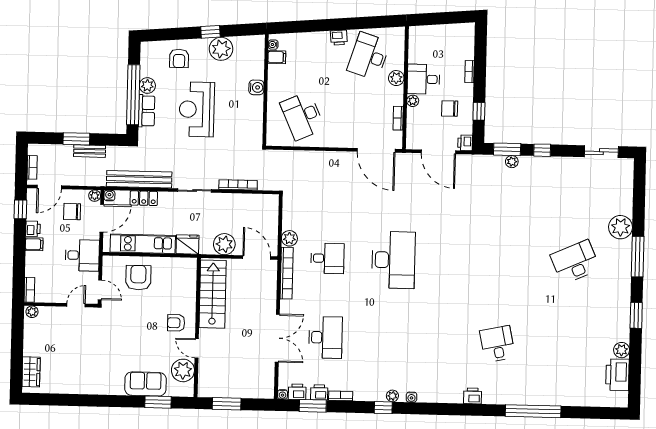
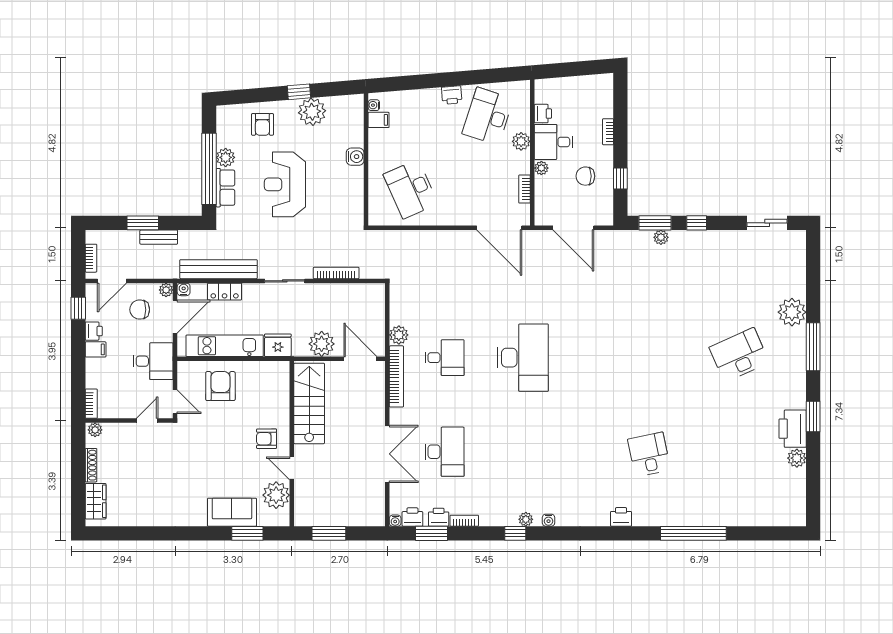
printer: (465, 143) -> (543, 114), moved, turned 180
shoe rack: (28, 341) -> (91, 465), added
printer: (617, 375) -> (793, 429), moved

